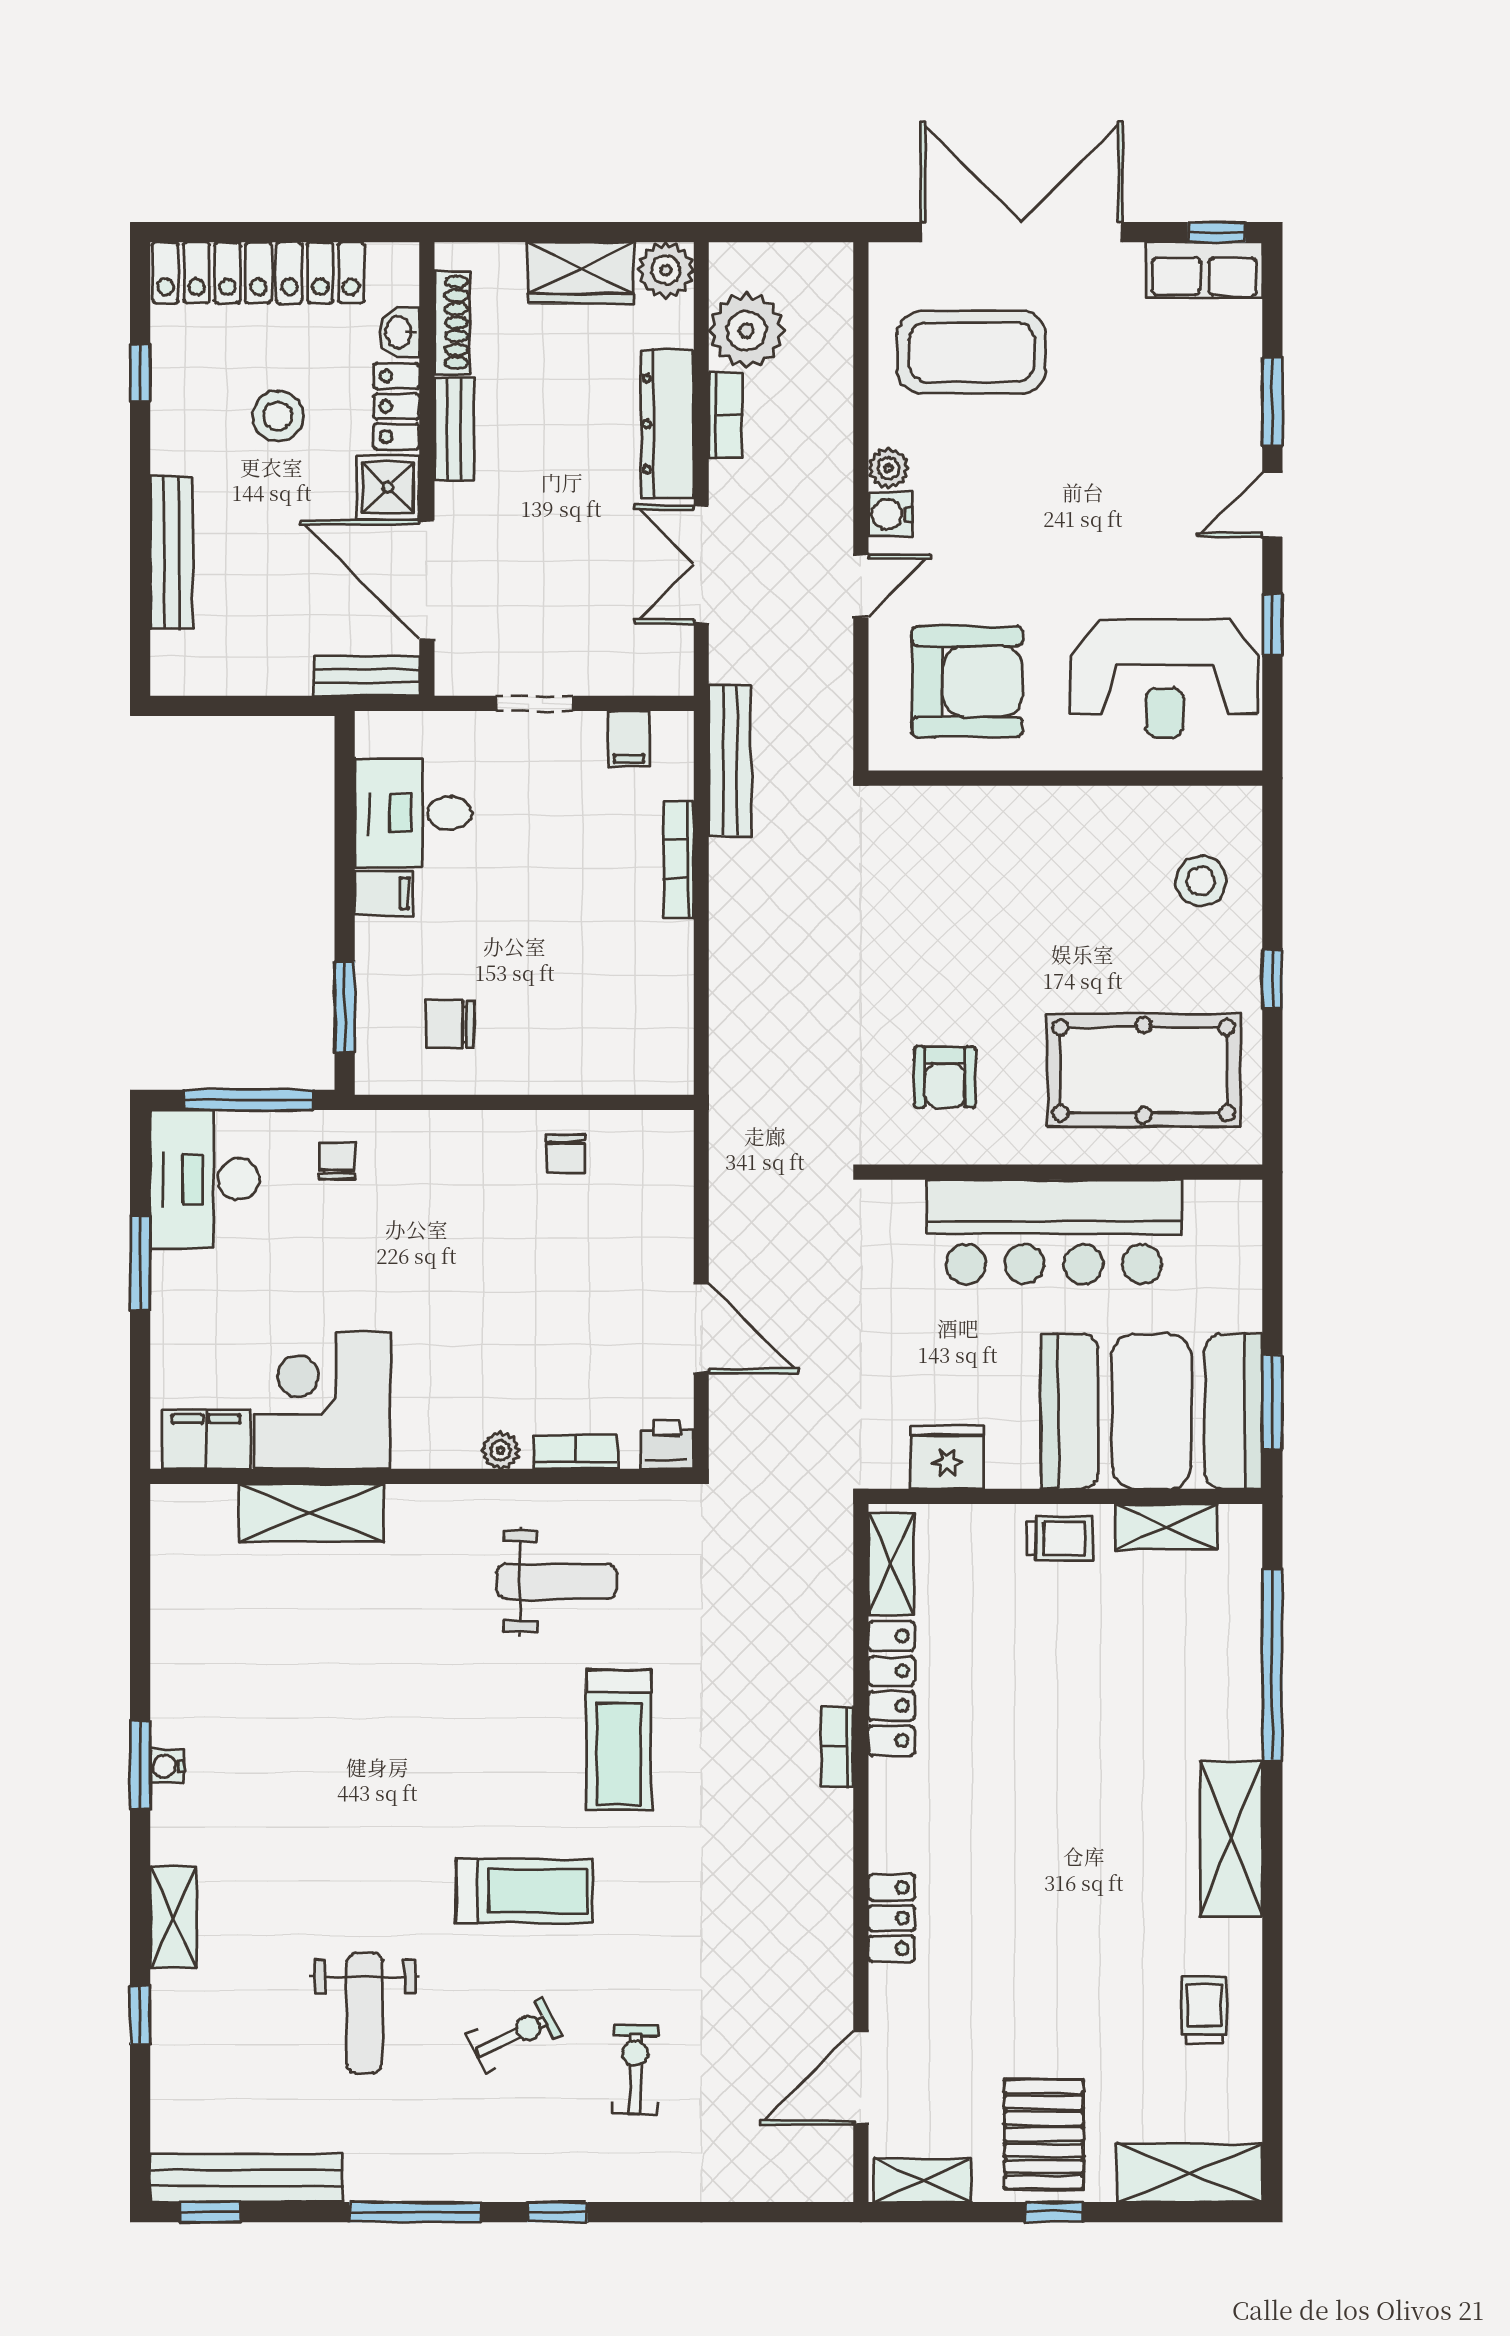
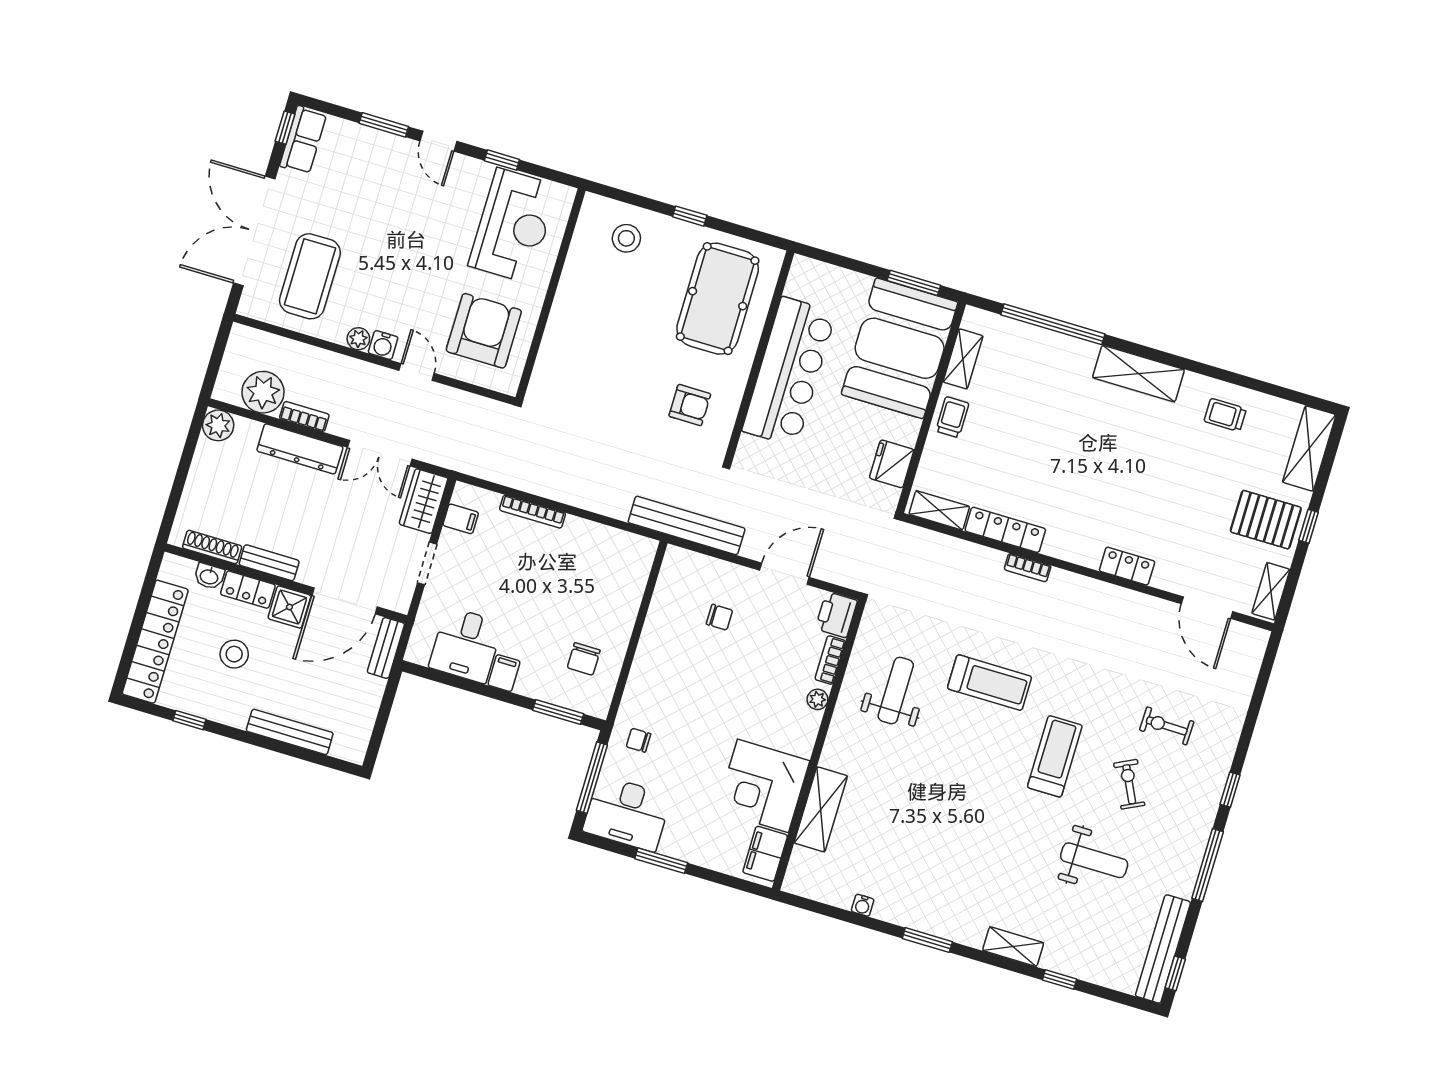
wardrobe: (581, 273) -> (424, 501), moved, turned 180
bench: (730, 761) -> (687, 525), moved, width x1.37, depth x1.21
chair: (566, 1154) -> (719, 617), moved
printer: (667, 1445) -> (836, 615), width x1.36, depth x1.24
water cooler: (167, 1766) -> (863, 905), moved

